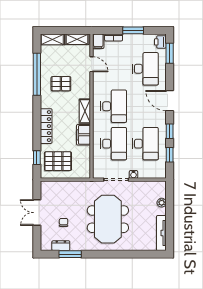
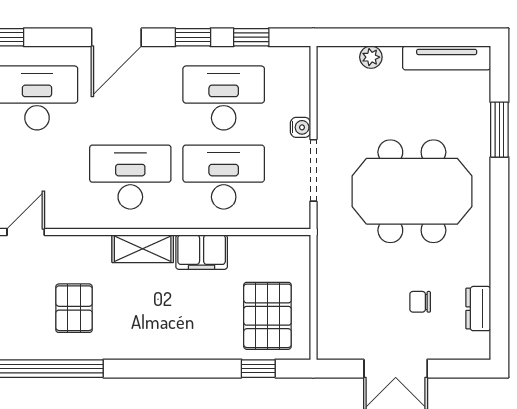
locker: (46, 126) -> (180, 345), removed
window: (70, 254) -> (499, 130), moved

